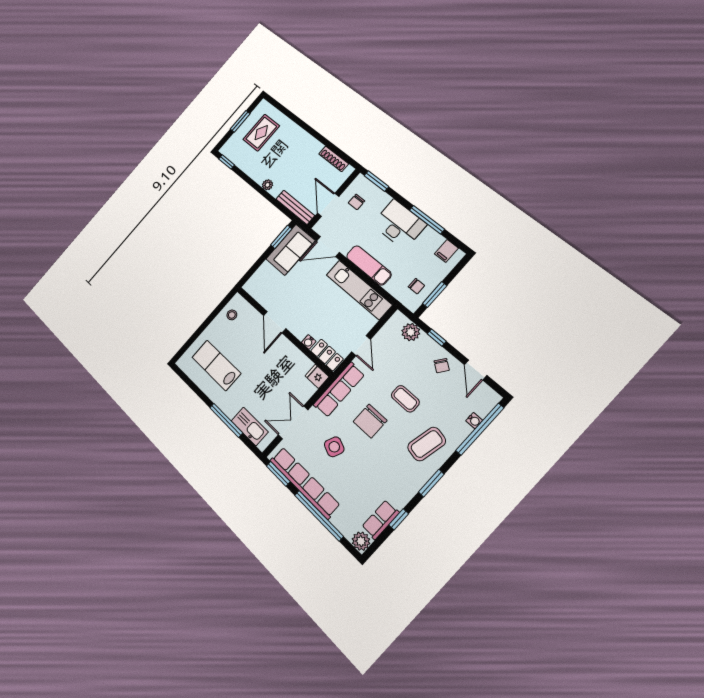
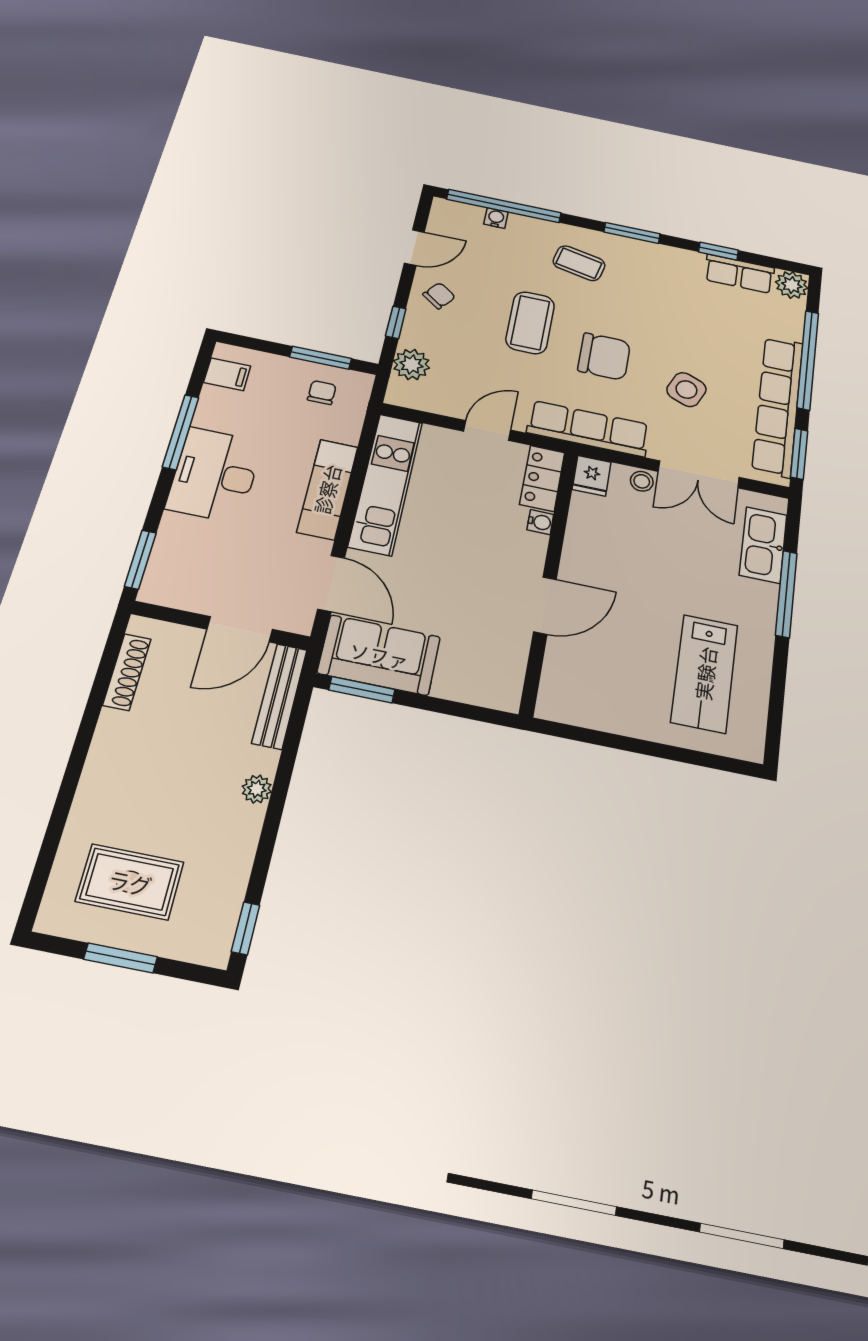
chair: (357, 202) -> (206, 576), removed
stool: (232, 315) -> (642, 481), moved
coffee table: (405, 399) -> (530, 323), width x1.36, depth x1.30
coffee table: (427, 444) -> (579, 263), width x0.73, depth x0.77

